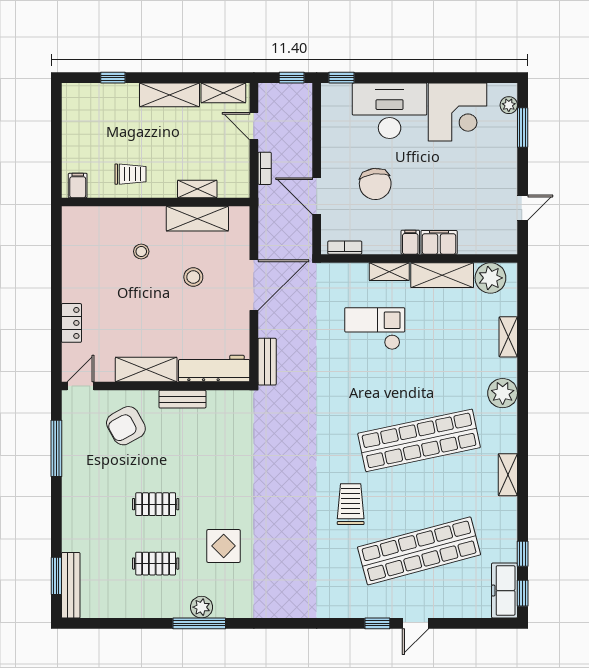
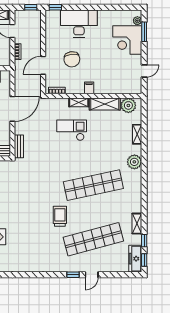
corner desk: (458, 112) -> (127, 40), moved, turned 90
door: (317, 196) -> (43, 65), hinge flipped
filing cabinet: (439, 242) -> (103, 88), removed
shelving: (508, 475) -> (137, 224), moved

